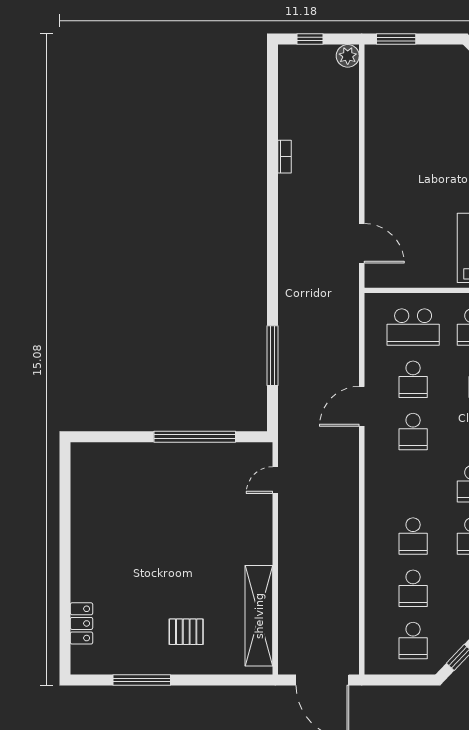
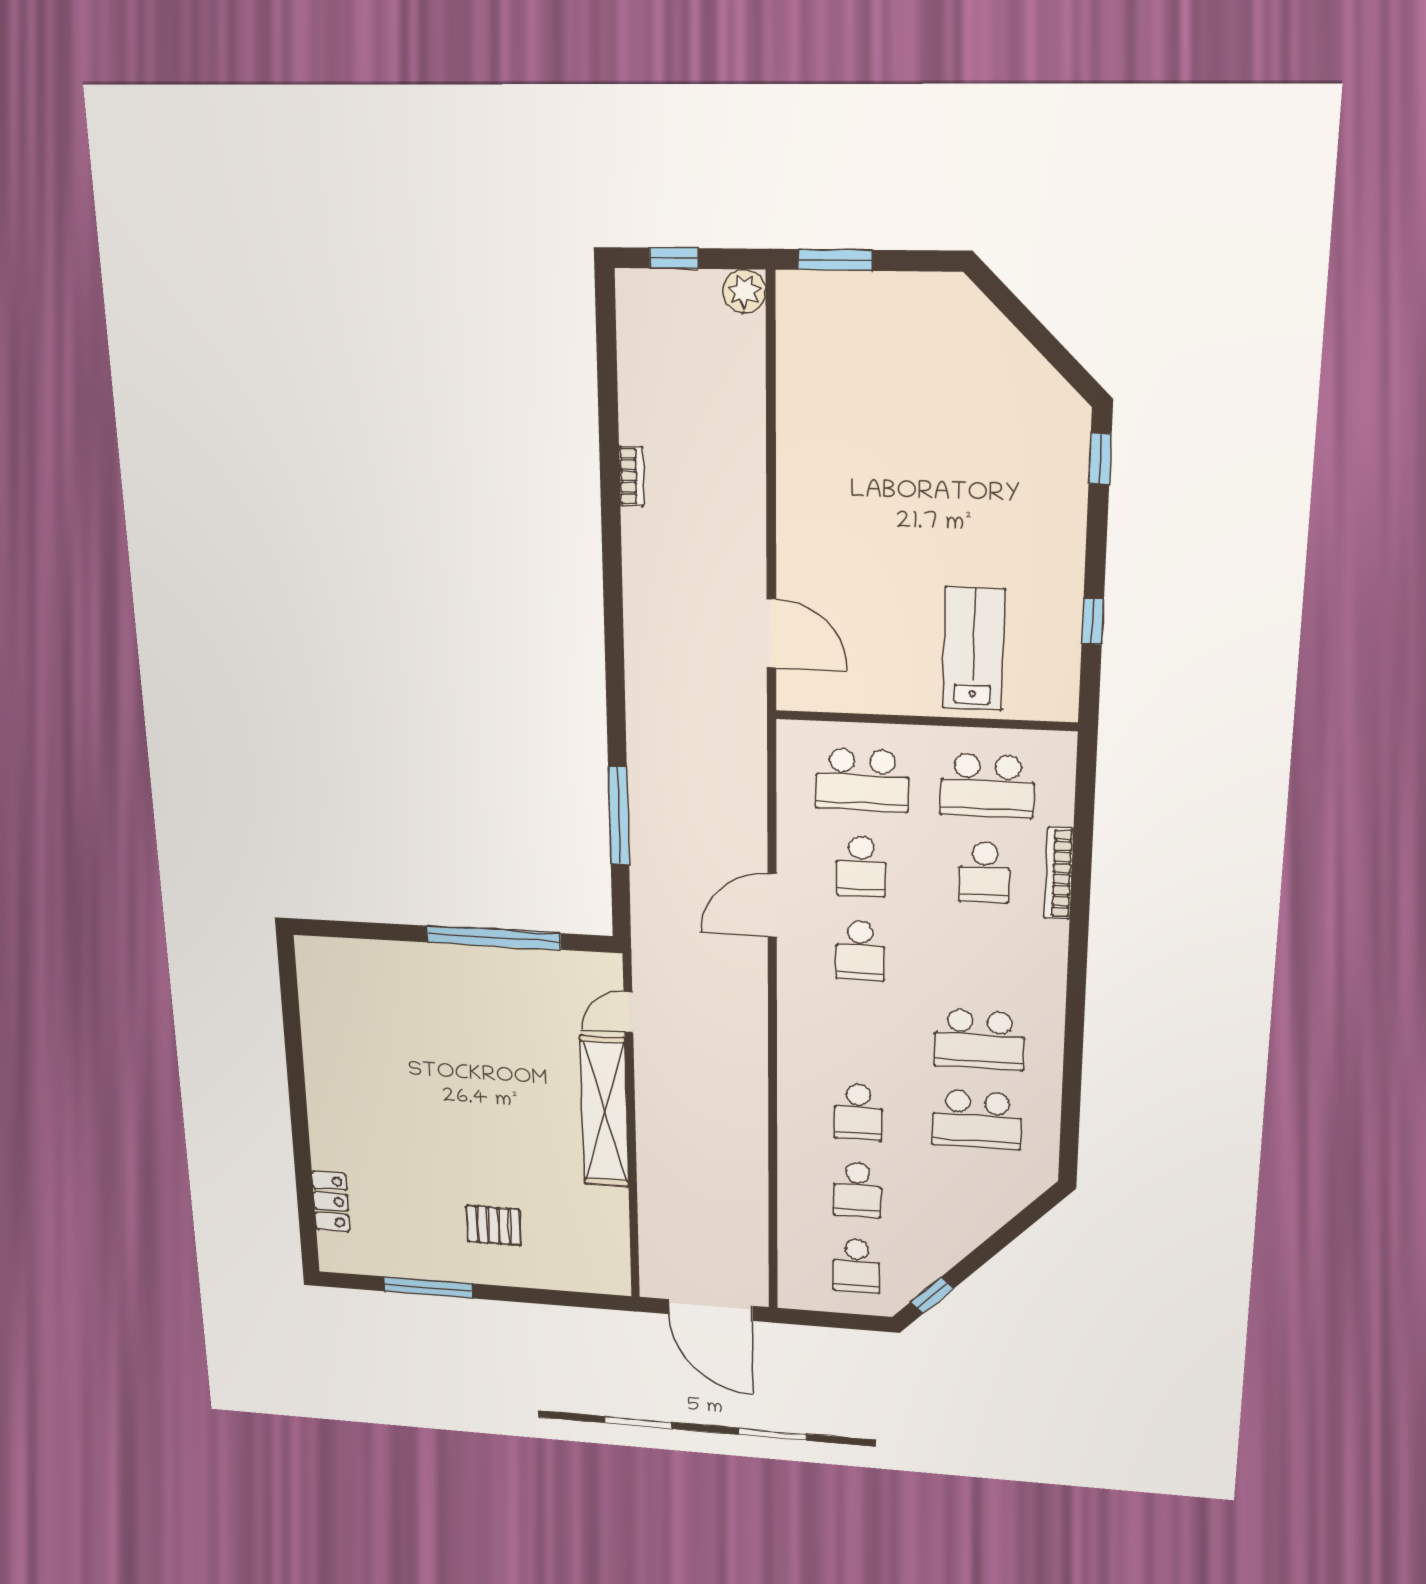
shelving: (259, 616) -> (604, 1112), moved

